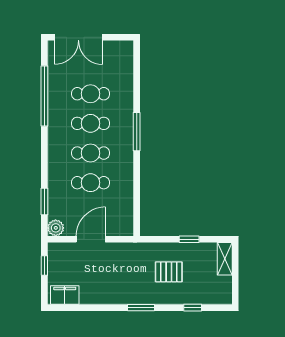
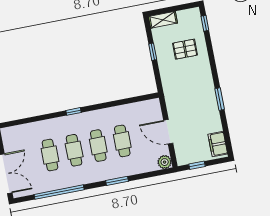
window: (137, 132) -> (74, 111), width x0.46
window: (44, 201) -> (117, 181), moved
pallet: (169, 272) -> (185, 49), moved, turned 90
window: (141, 308) -> (220, 99), moved
window: (193, 308) -> (205, 23), moved

